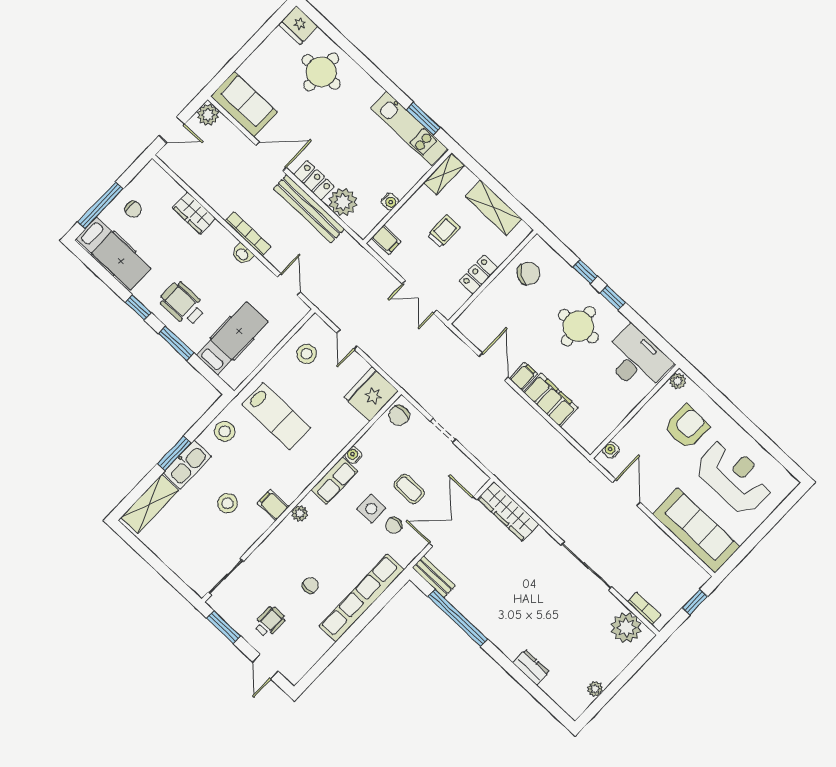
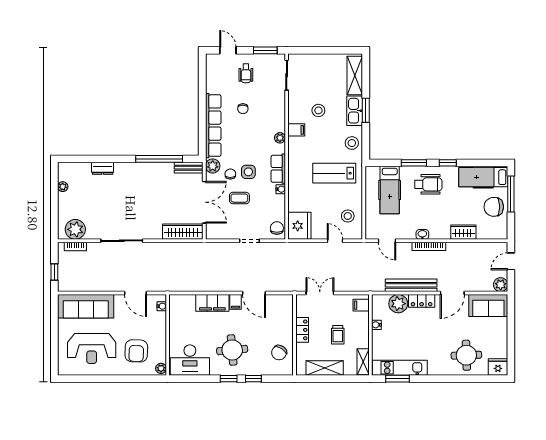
chair: (133, 209) -> (494, 207), width x1.87, depth x1.87
plant: (405, 553) -> (213, 166), added

